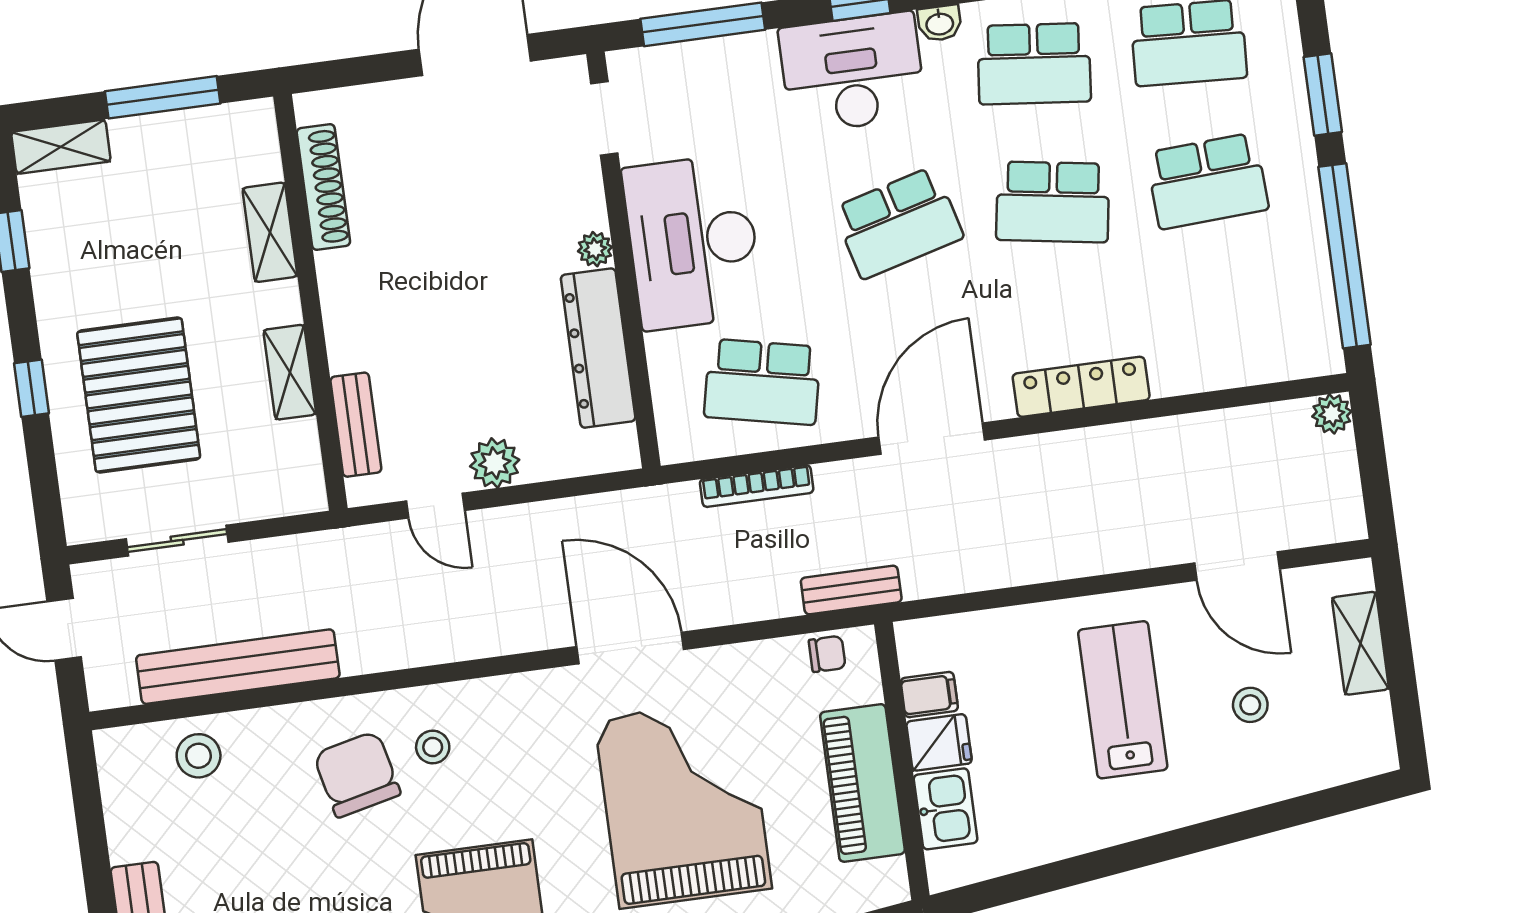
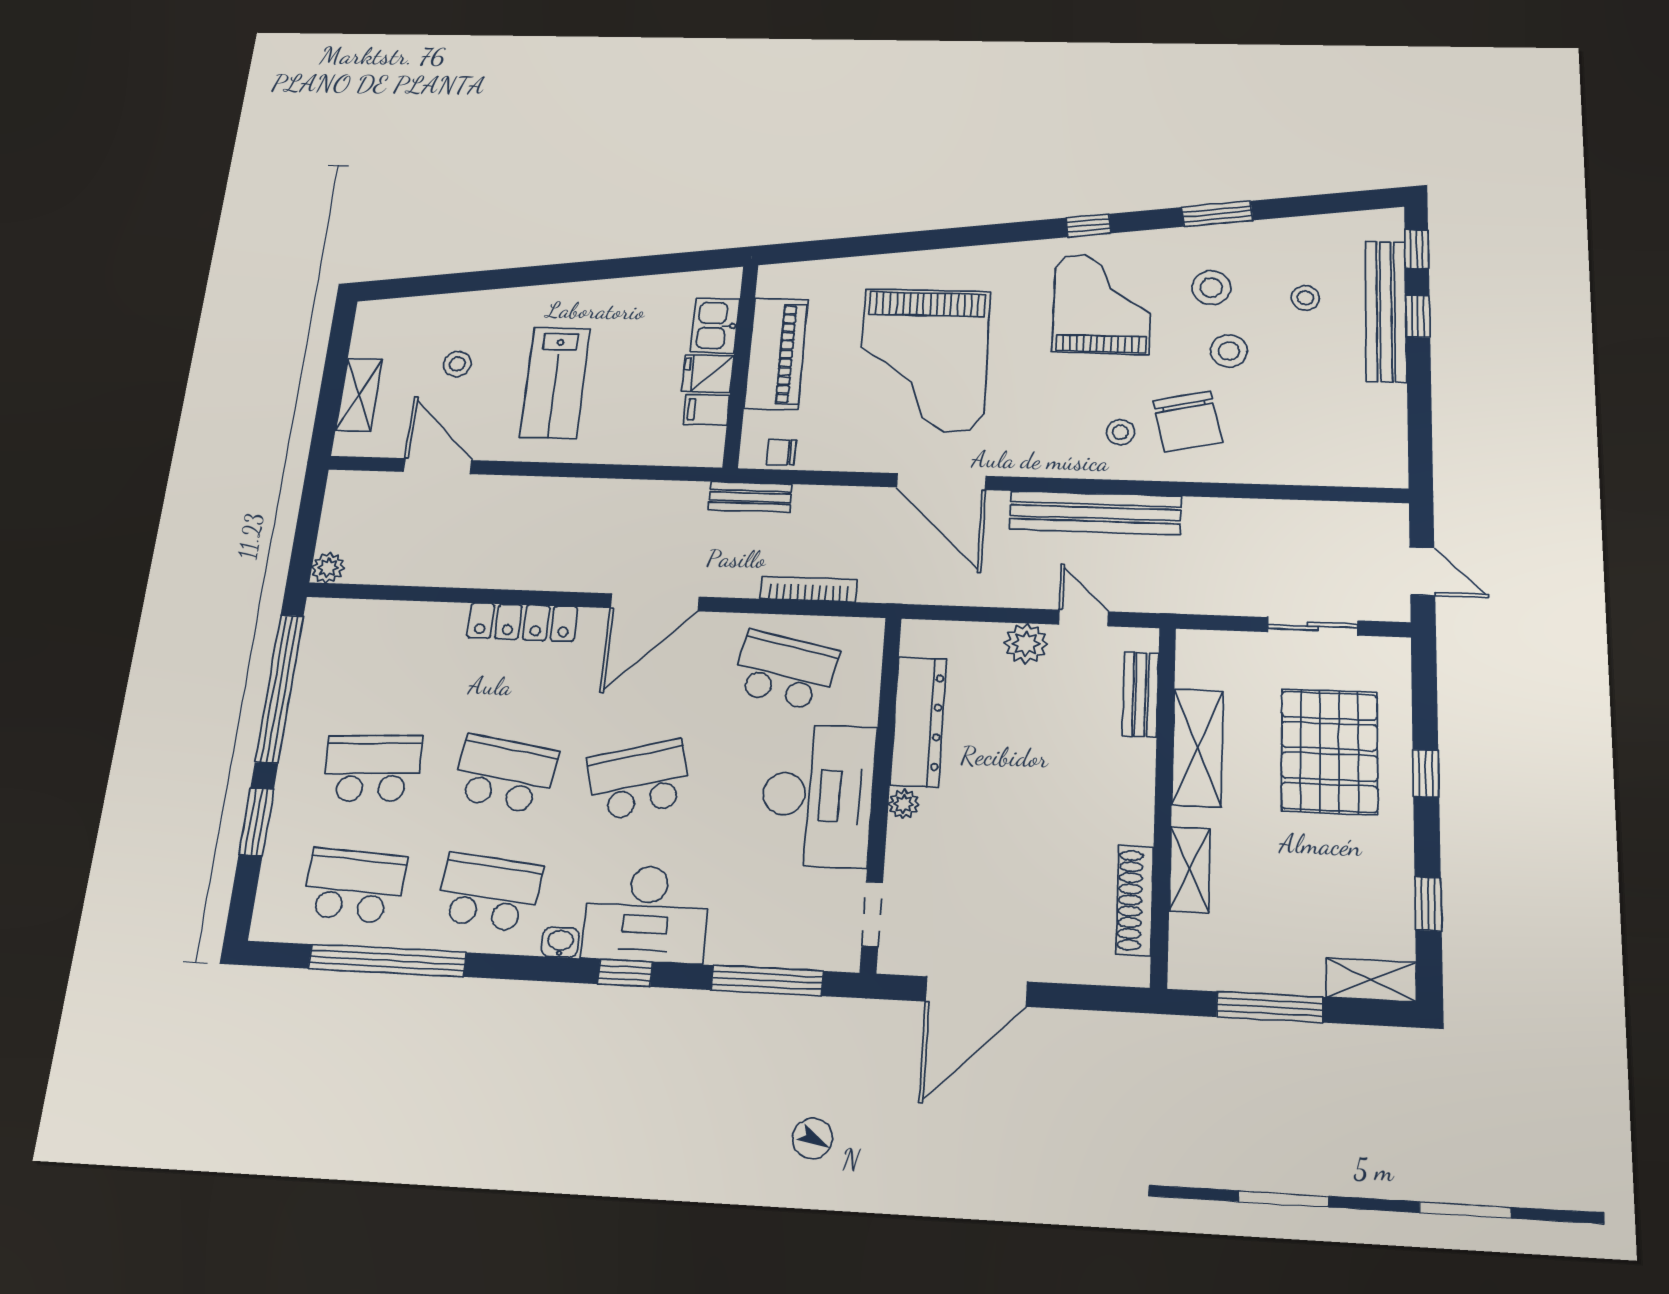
shelving: (290, 372) -> (1198, 748), width x1.50, depth x1.33
bench: (238, 667) -> (1095, 513), moved
stool: (199, 756) -> (1229, 351), moved

